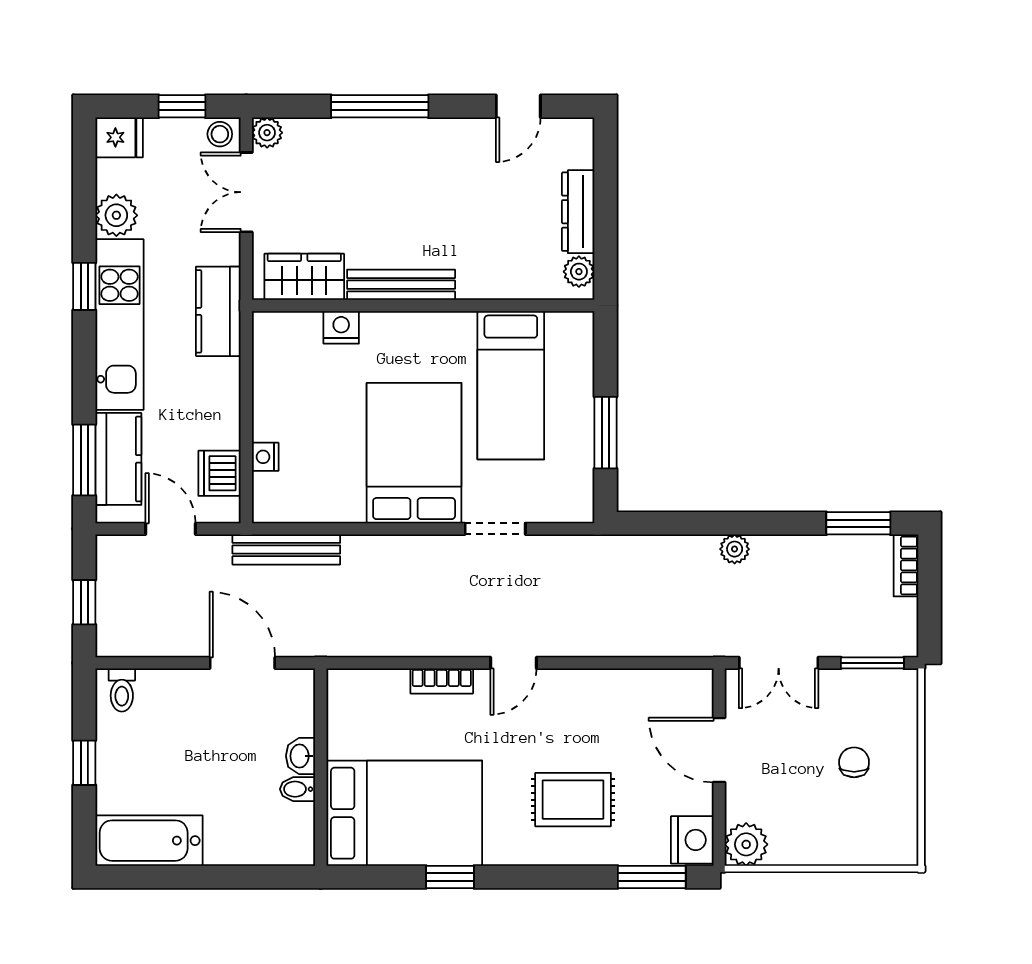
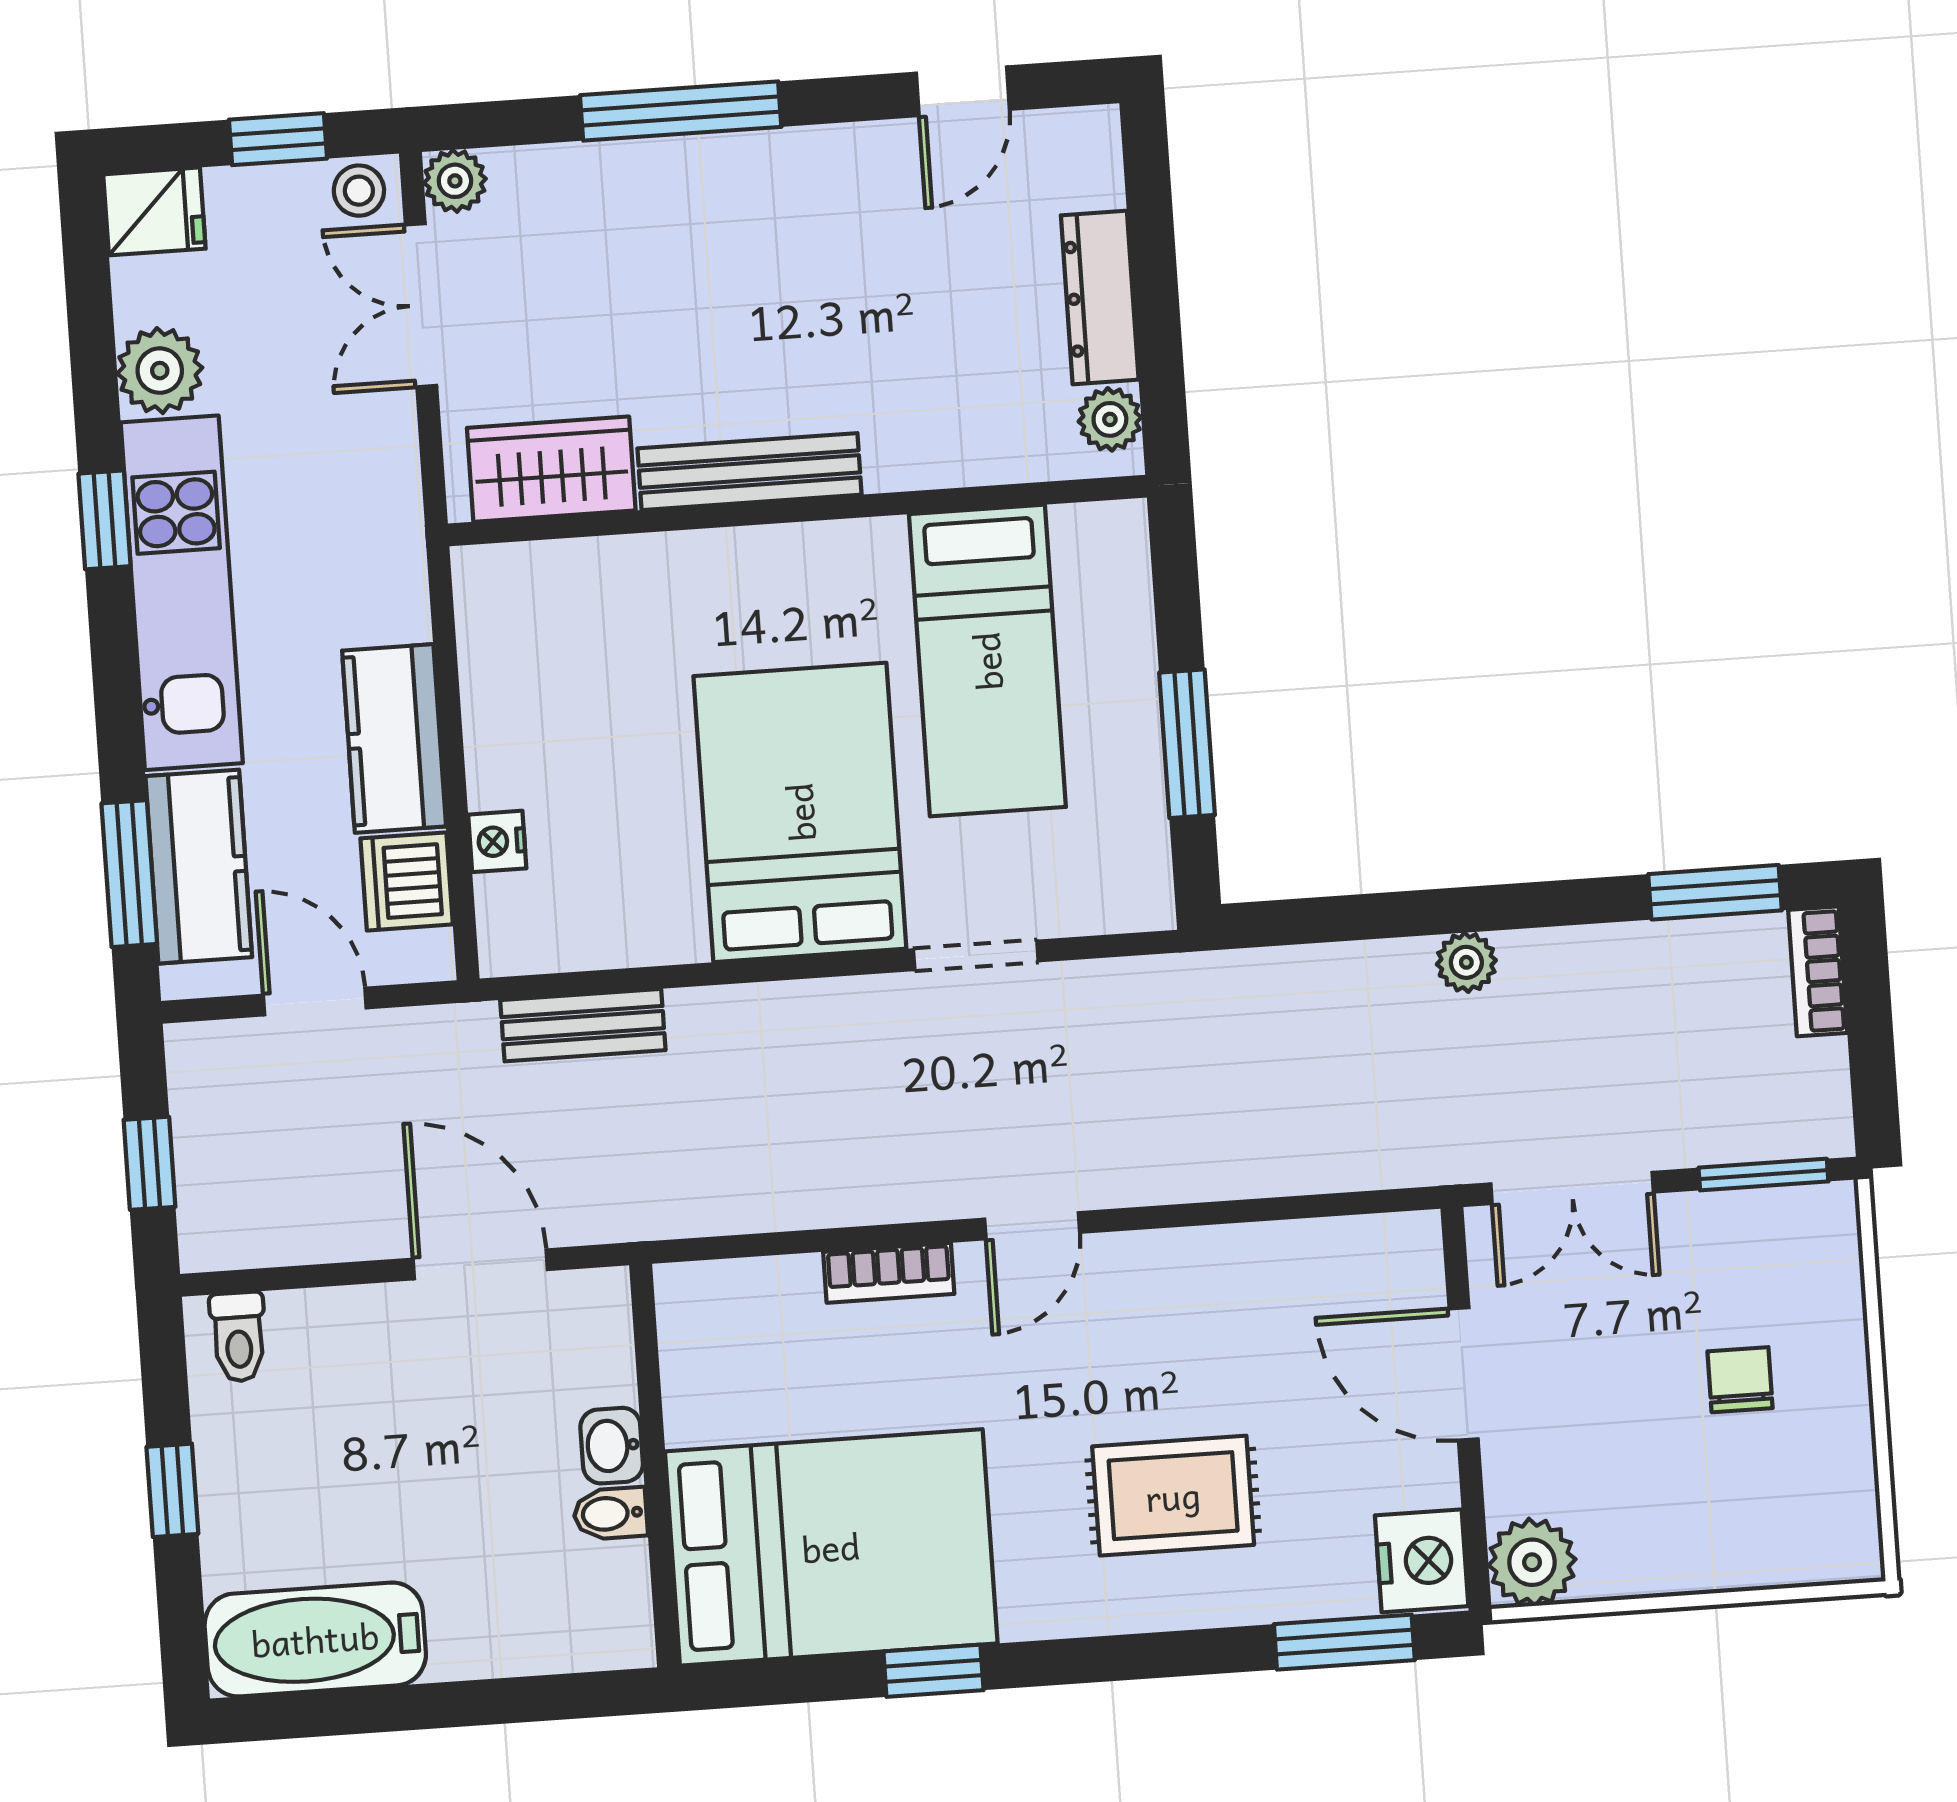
kitchen counter: (218, 311) -> (394, 738), moved
nightstand: (341, 327) -> (634, 567), removed
bench: (286, 550) -> (583, 1025), width x0.73

